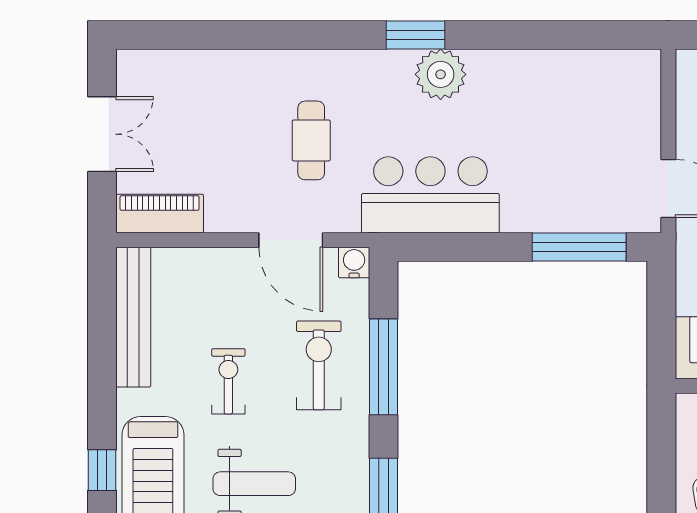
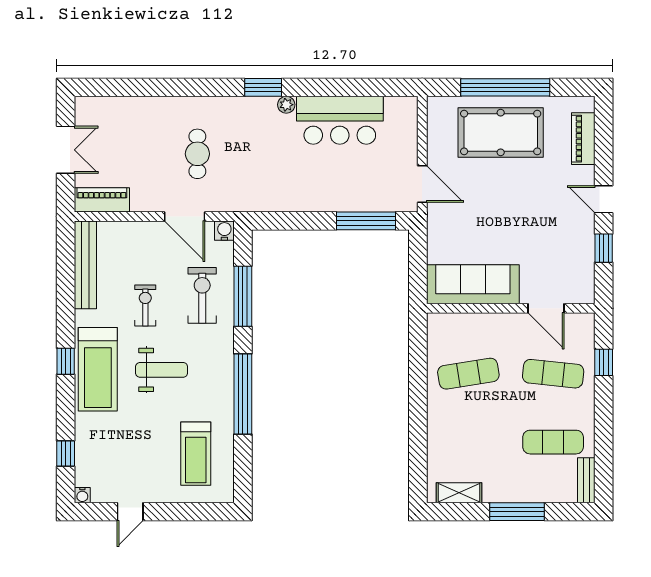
plant: (441, 74) -> (286, 105), width x0.53, depth x0.53
bar counter: (430, 195) -> (340, 120), moved, turned 180

